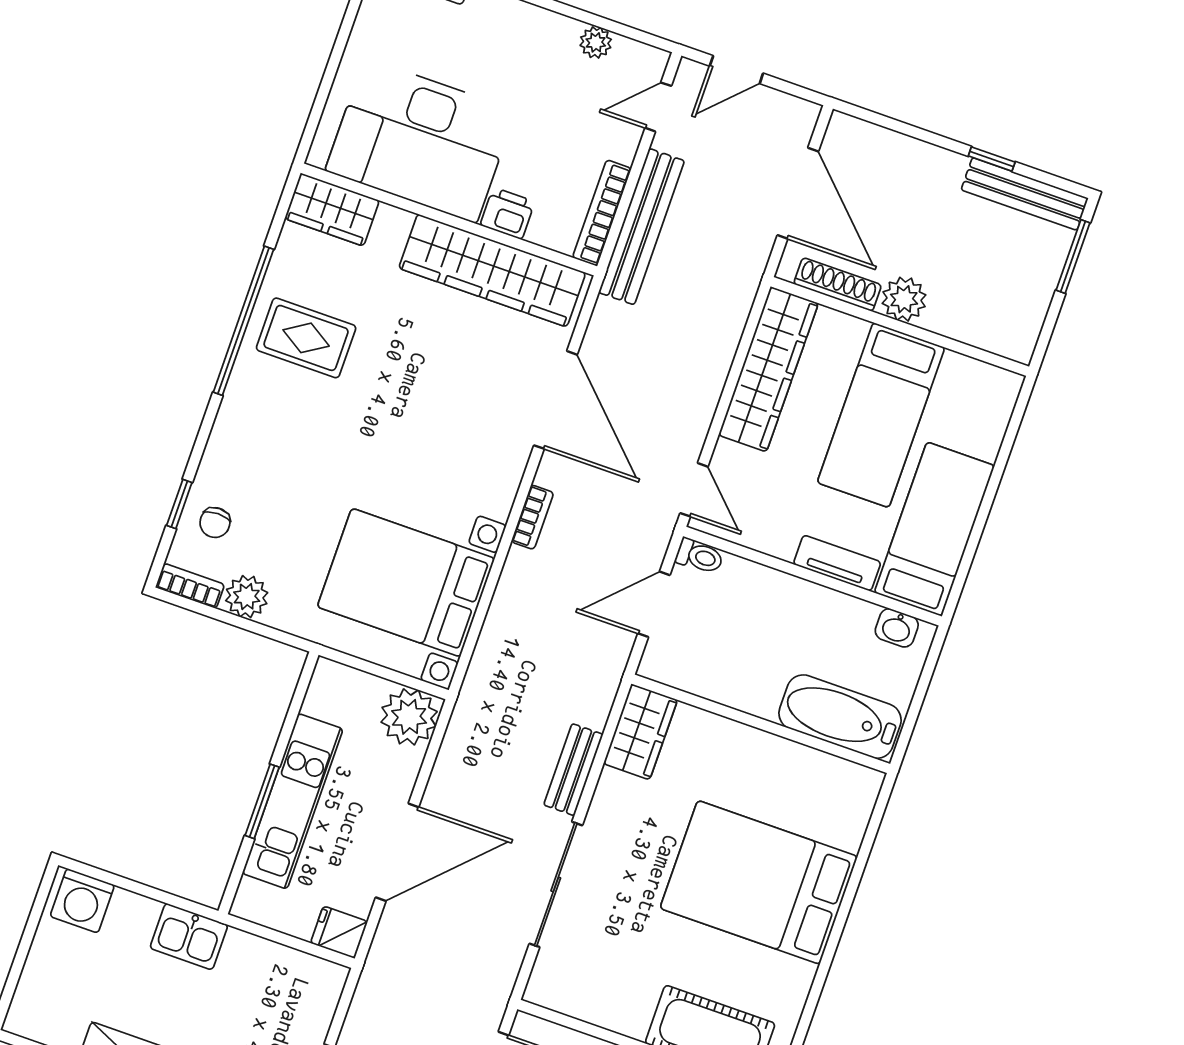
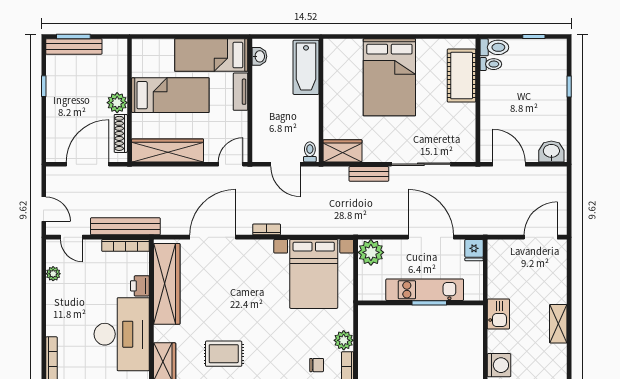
bench: (1025, 194) -> (74, 47), moved, turned 90
rug: (306, 338) -> (224, 354), turned 90
toilet: (699, 556) -> (310, 152), moved

